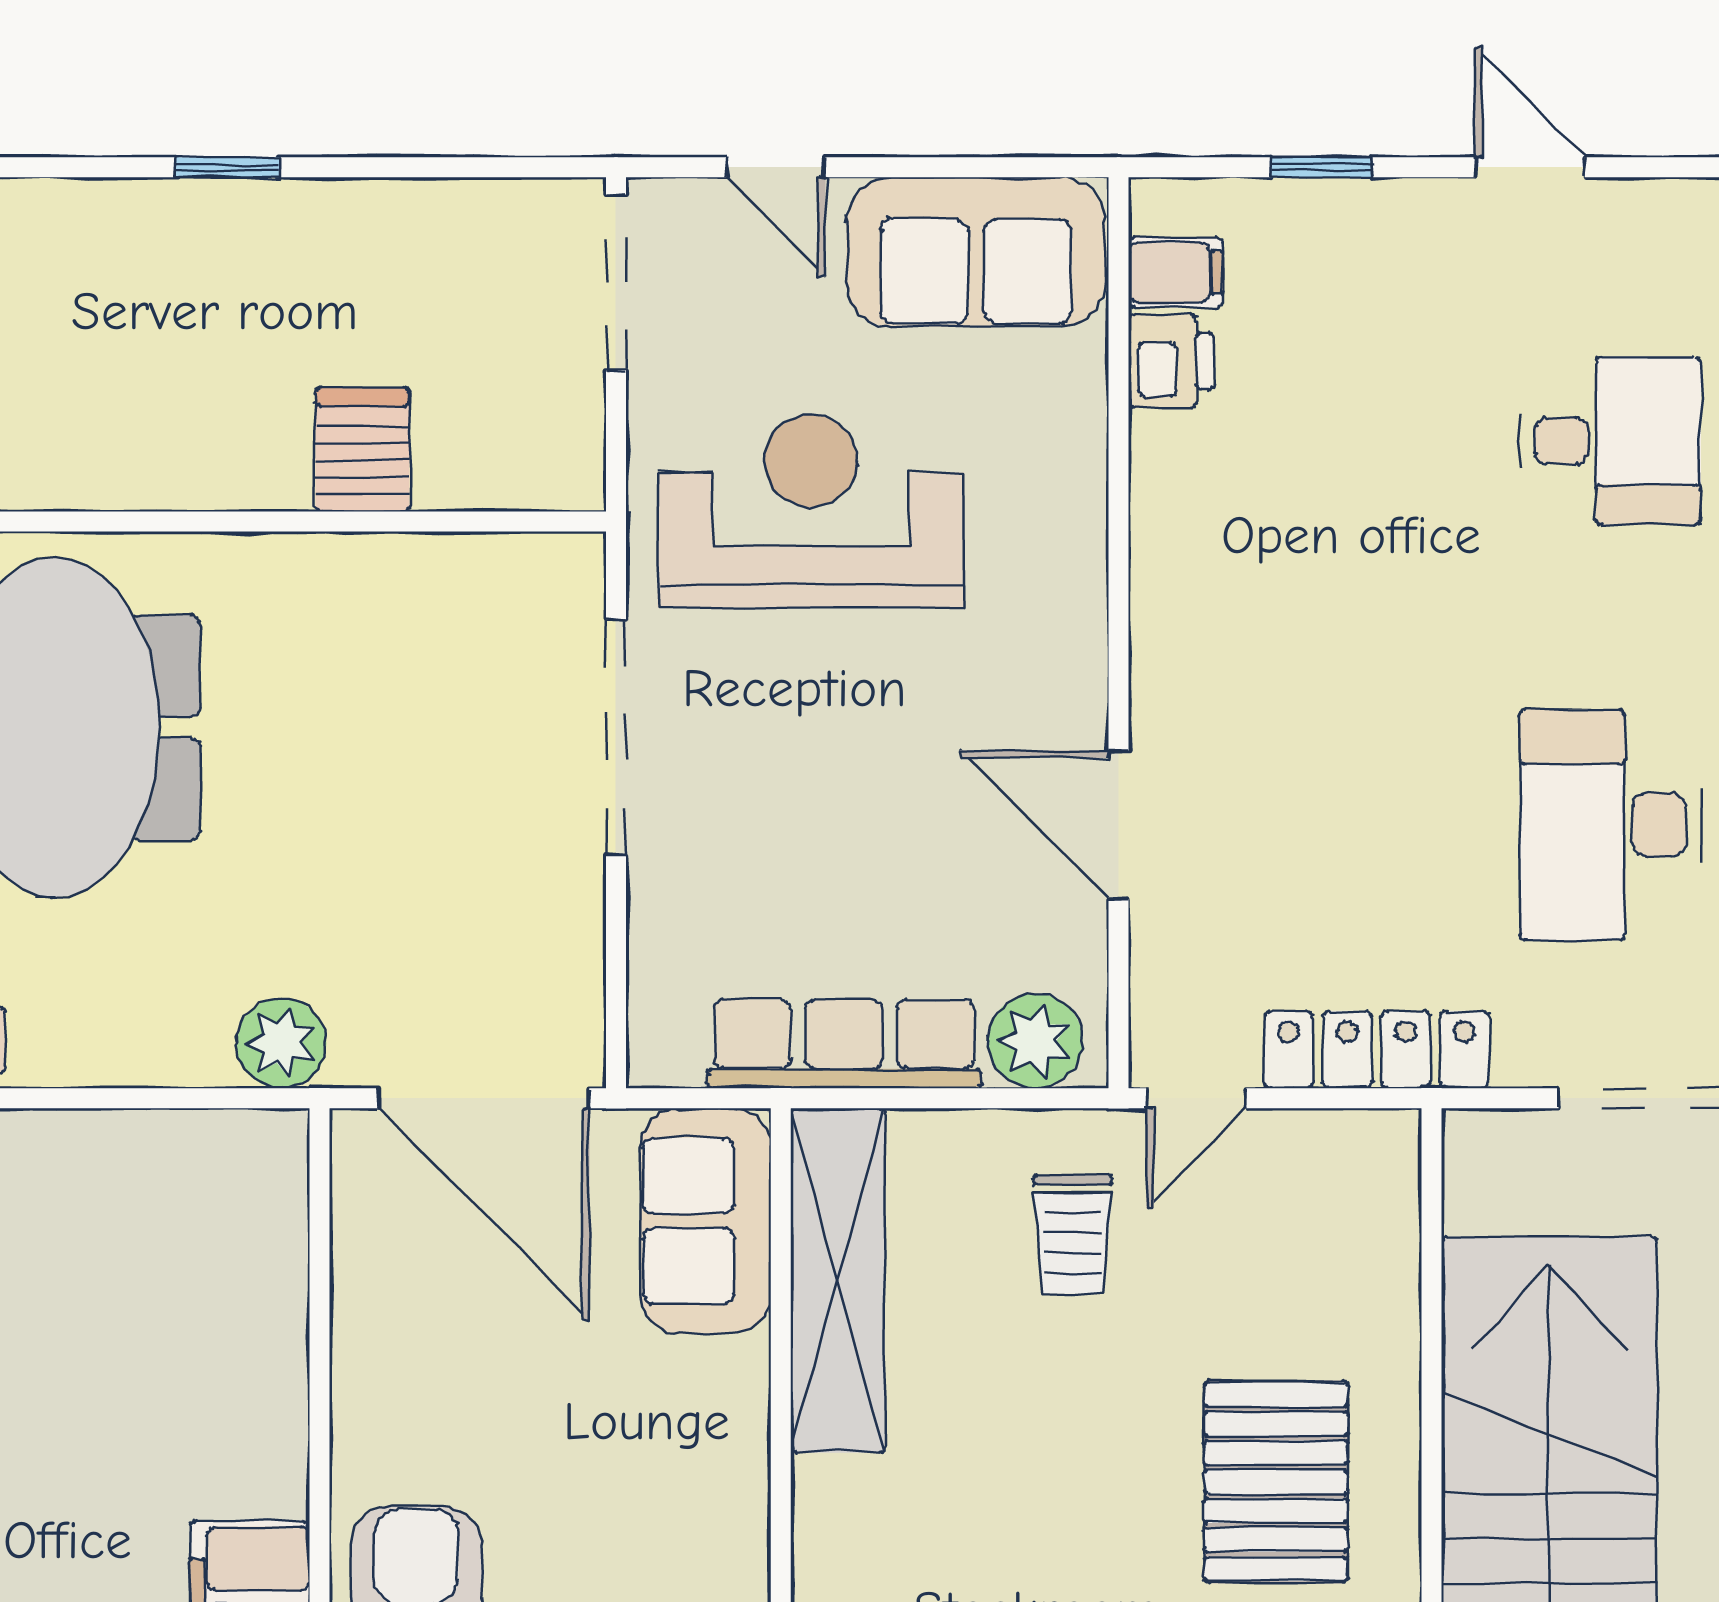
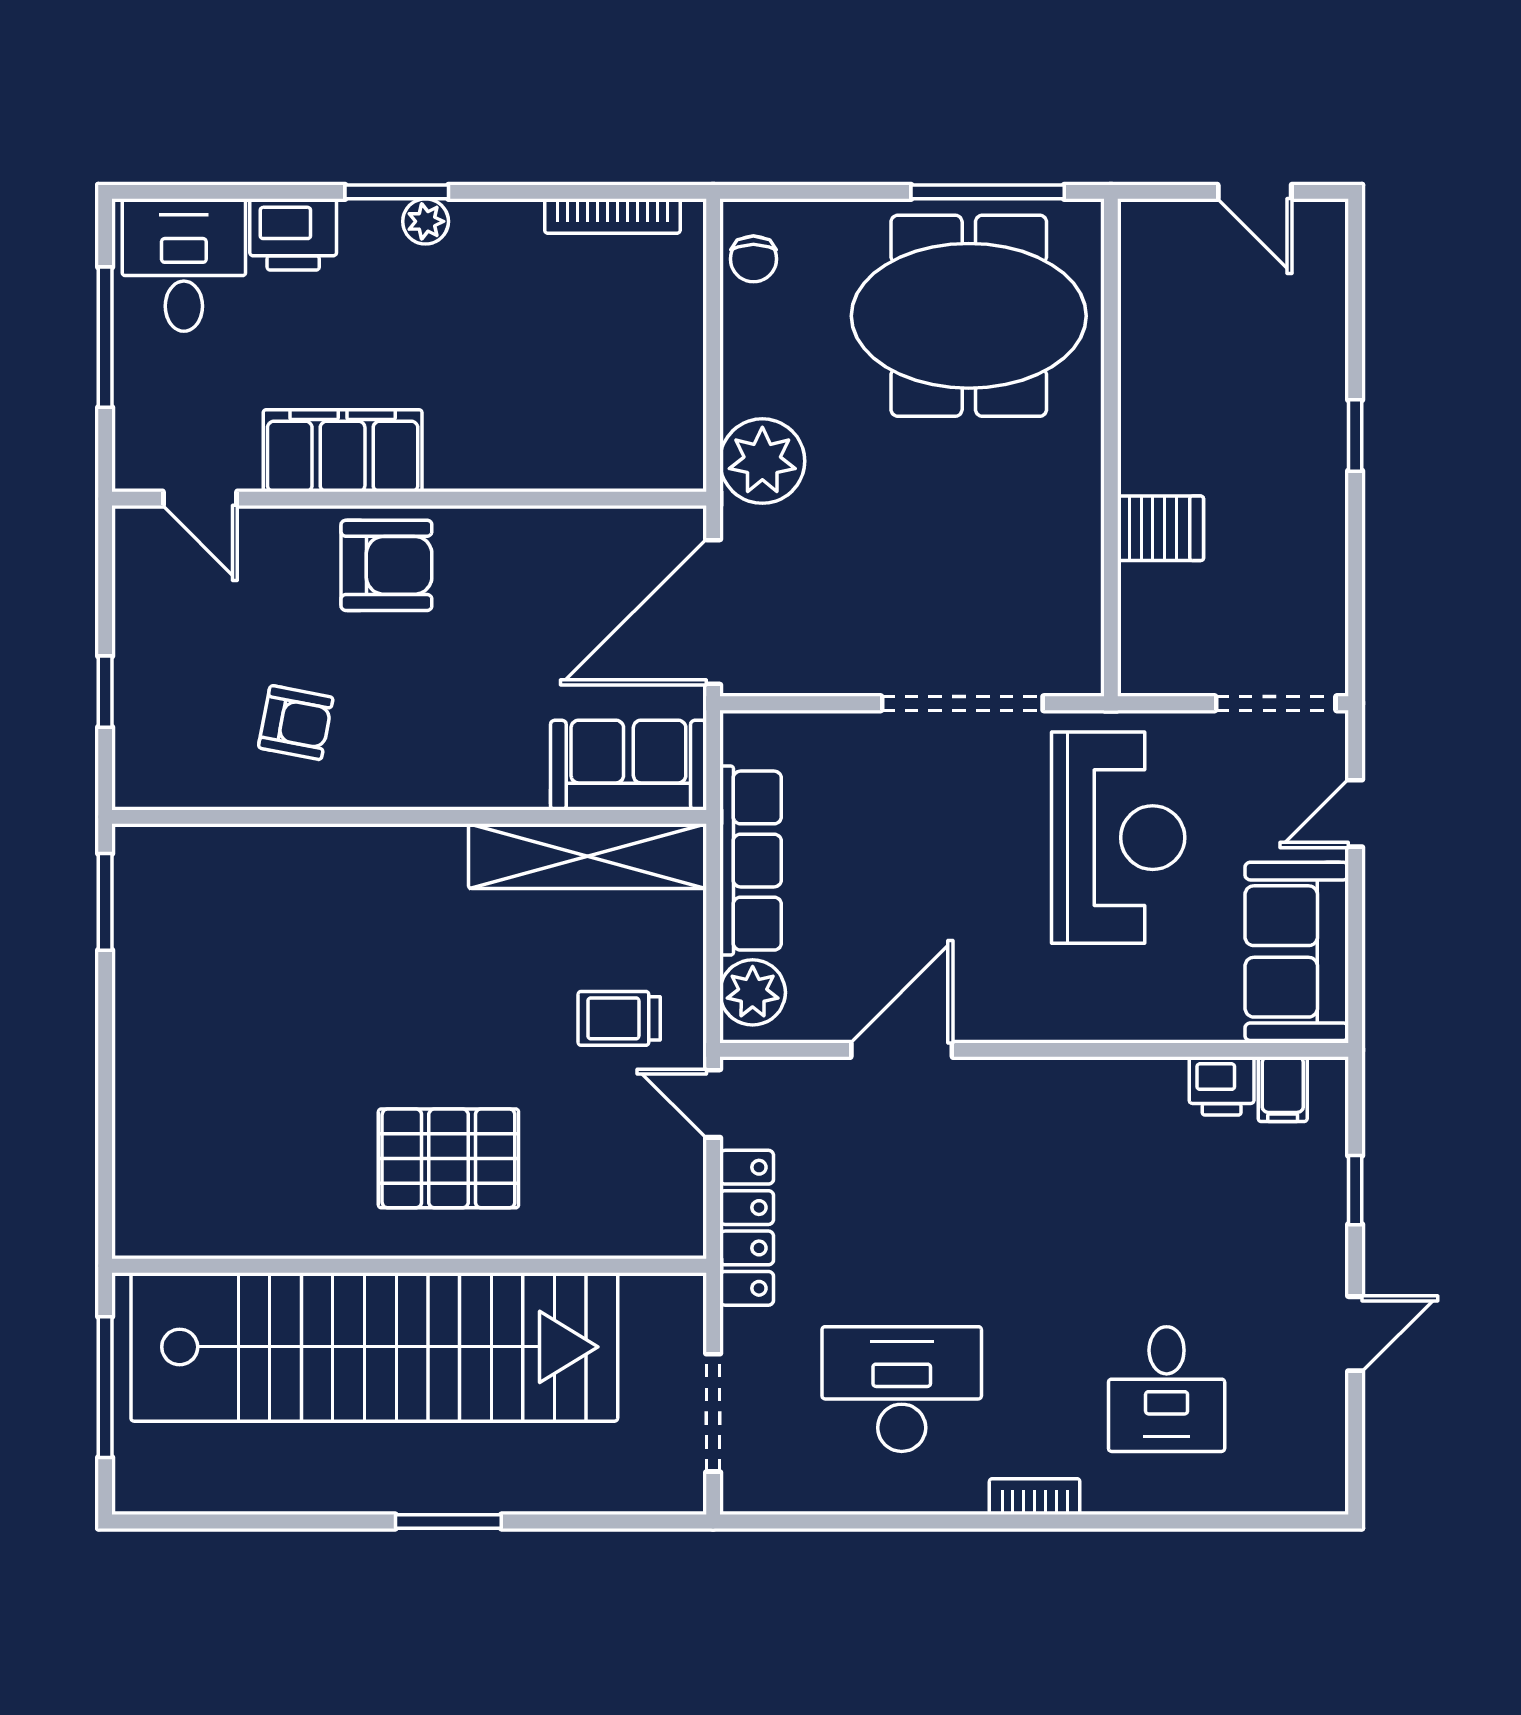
plant: (281, 1043) -> (762, 461), width x1.36, depth x1.36

